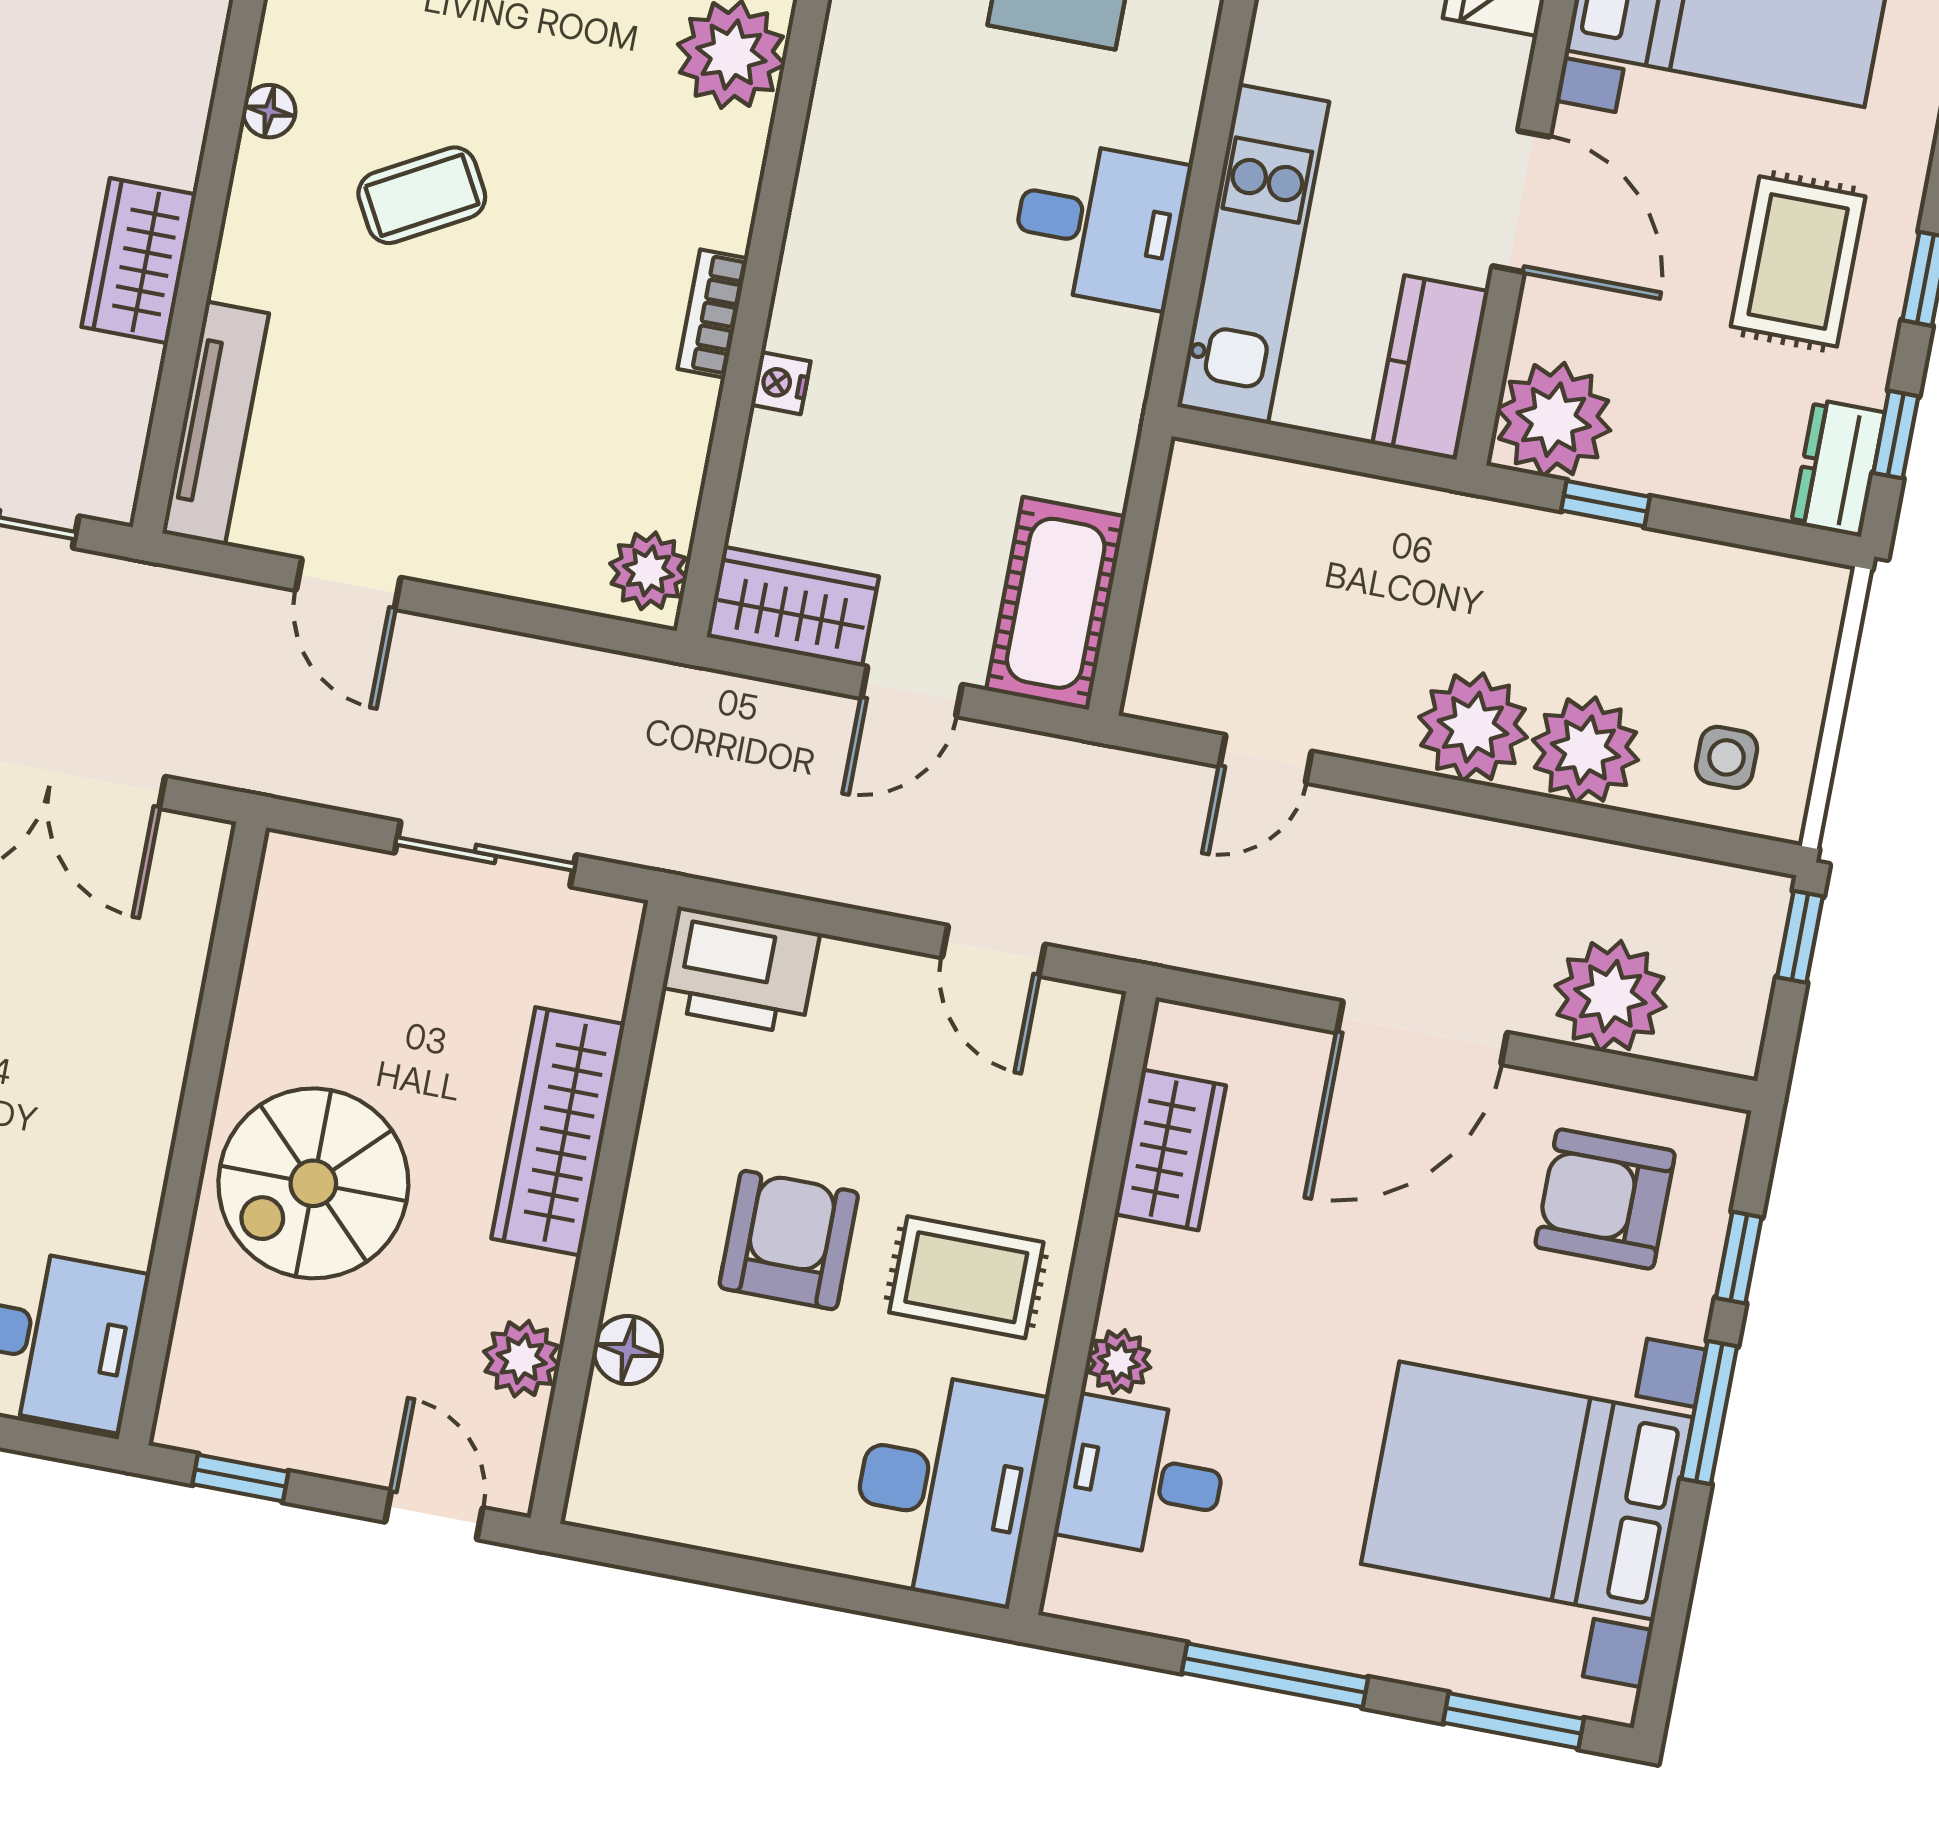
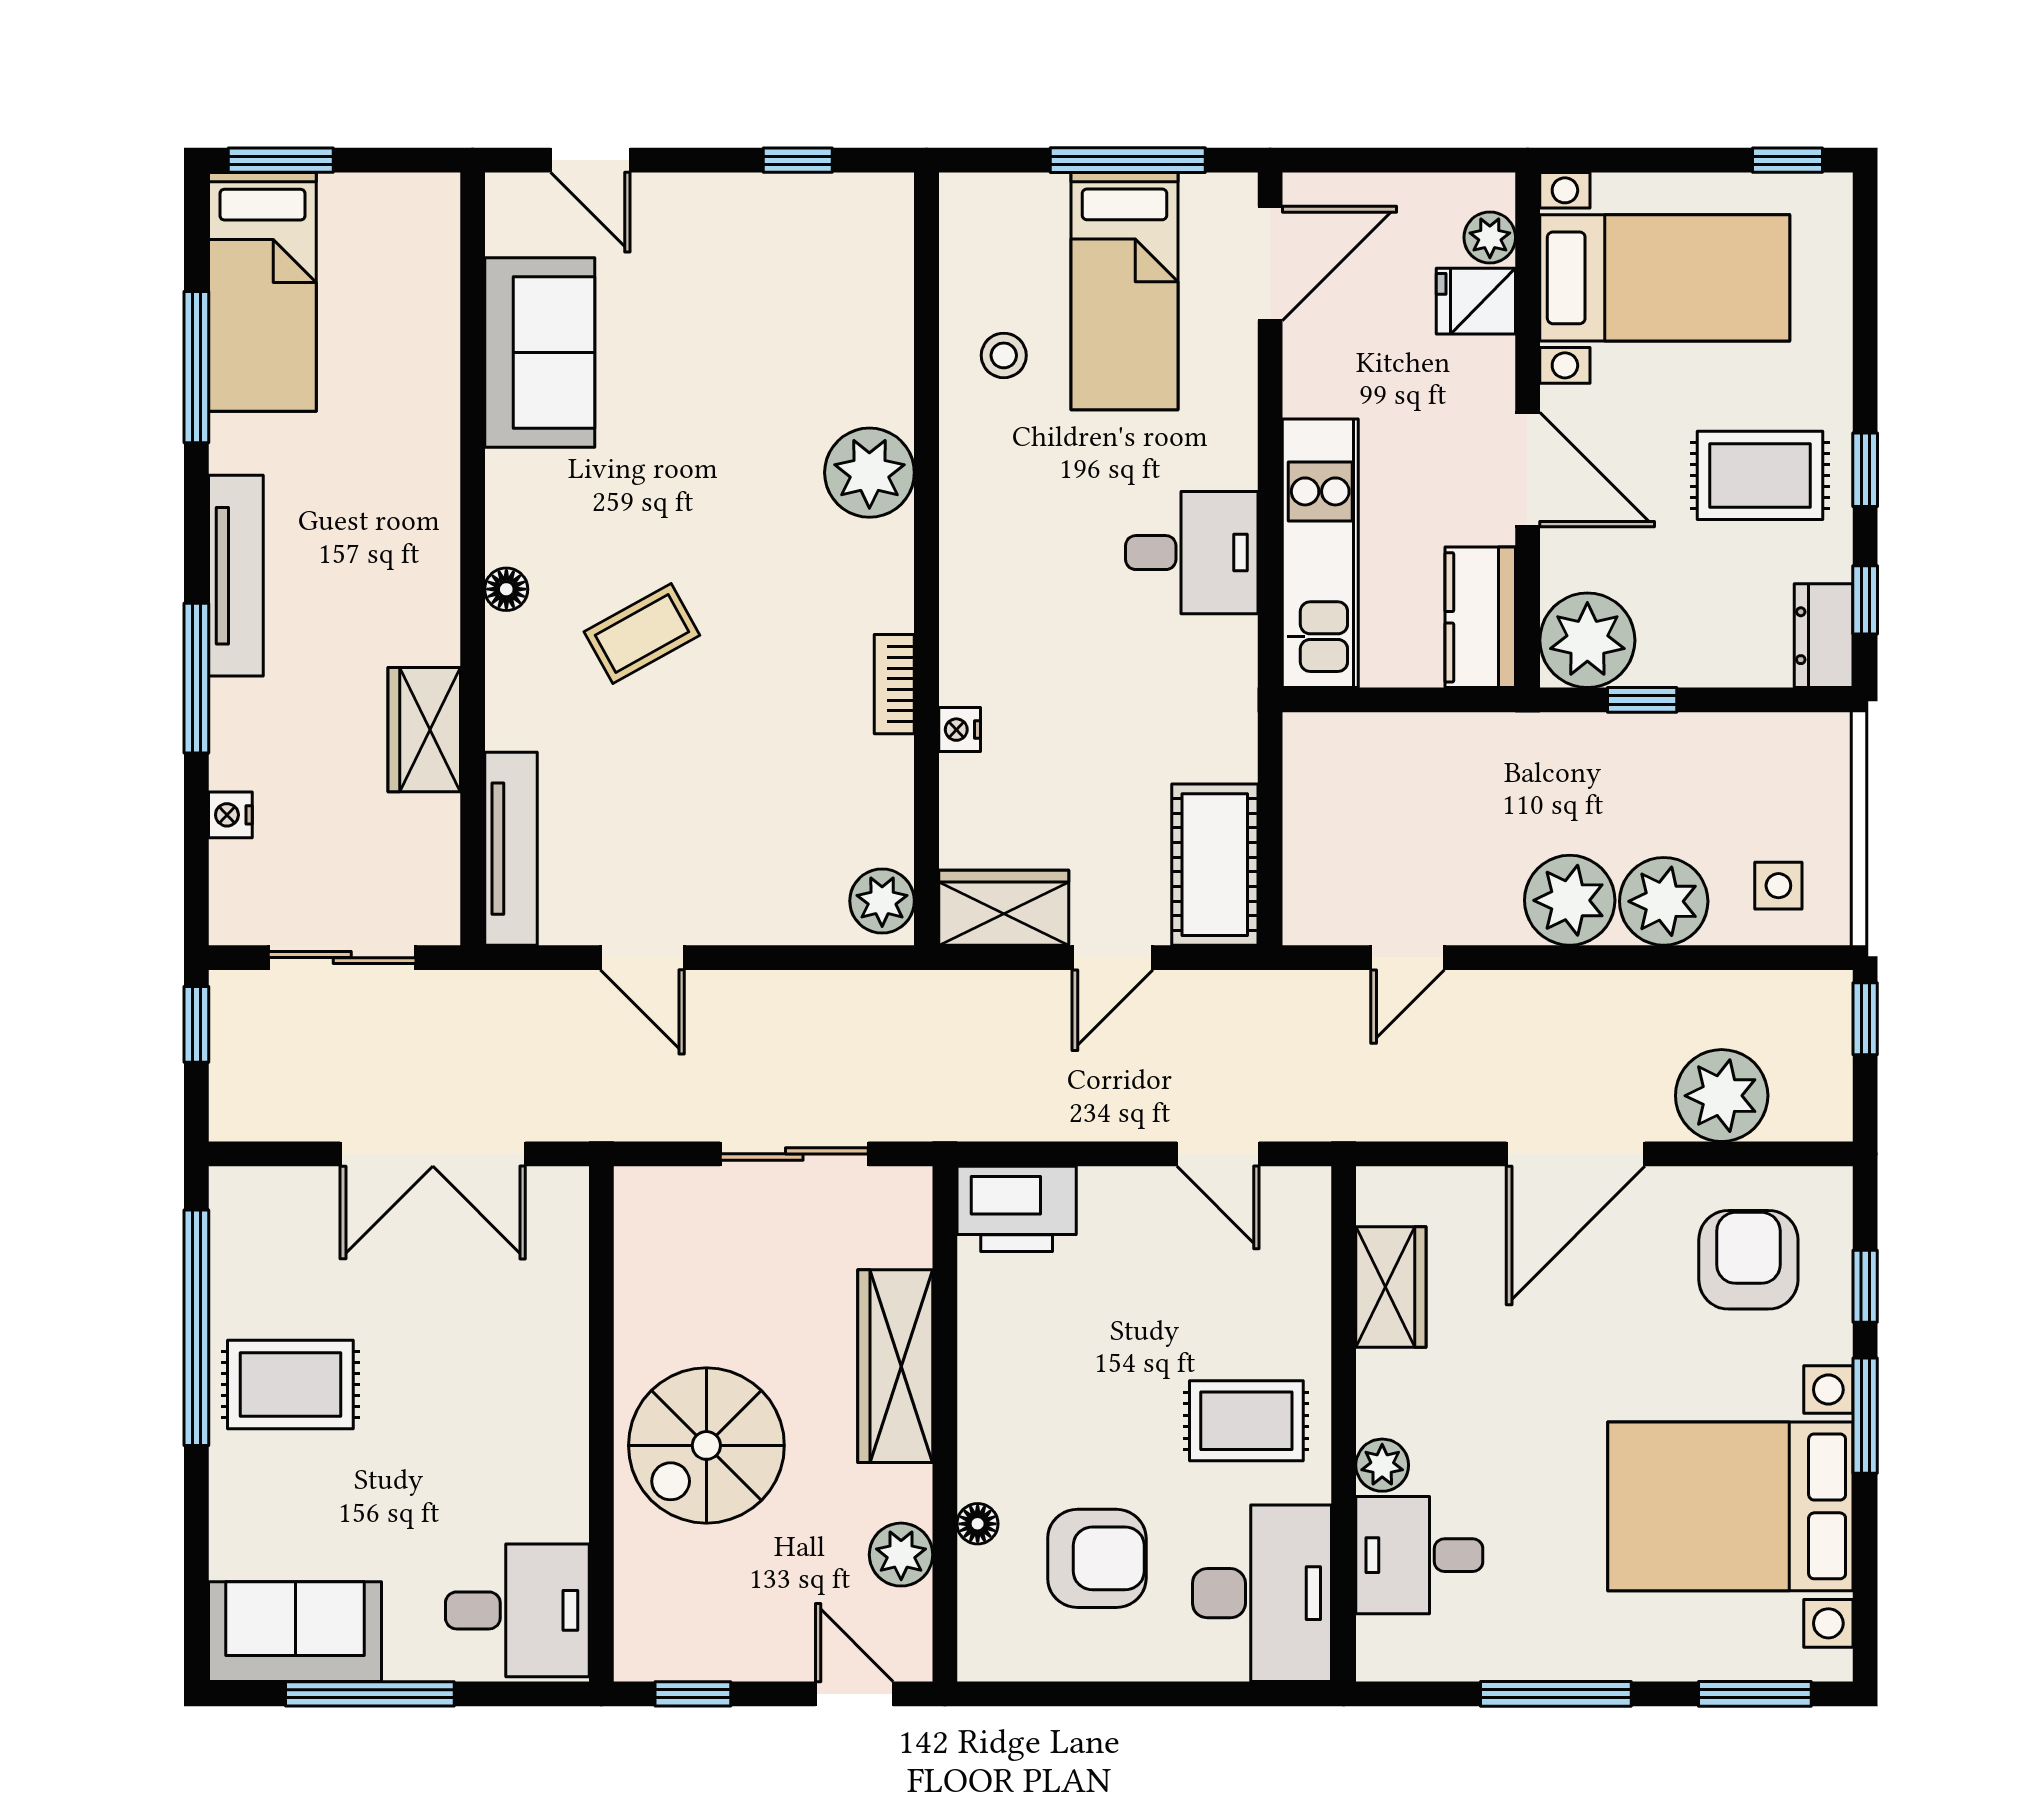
rug: (1798, 261) -> (1760, 475), turned 90
armchair: (1605, 1199) -> (1748, 1260), turned 90
armchair: (789, 1240) -> (1097, 1558), moved, turned 90
floor lamp: (628, 1350) -> (978, 1524), width x0.73, depth x0.73

